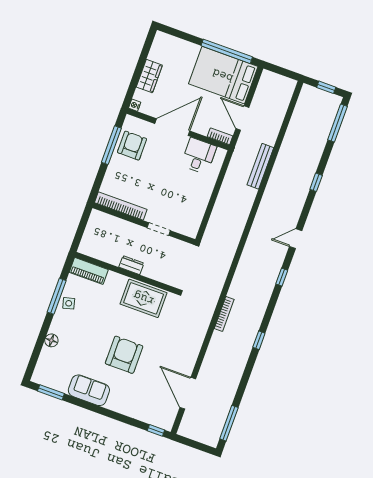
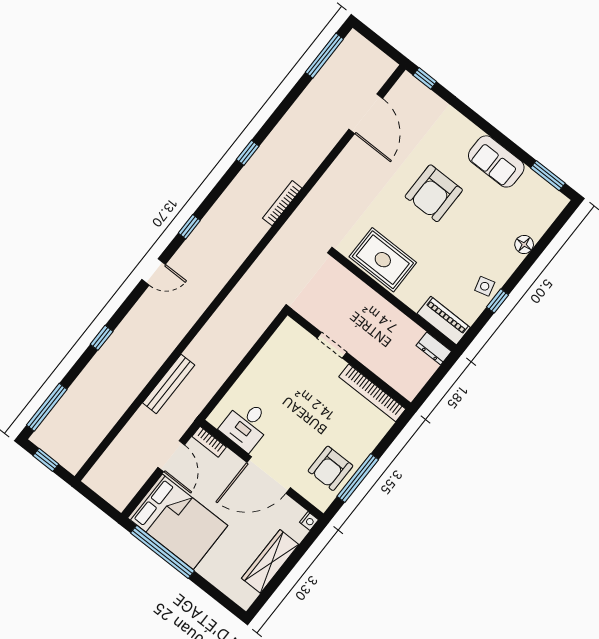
wardrobe: (149, 76) -> (270, 561), width x1.50
dresser: (131, 265) -> (434, 348), moved
window: (57, 296) -> (498, 301), width x0.46

